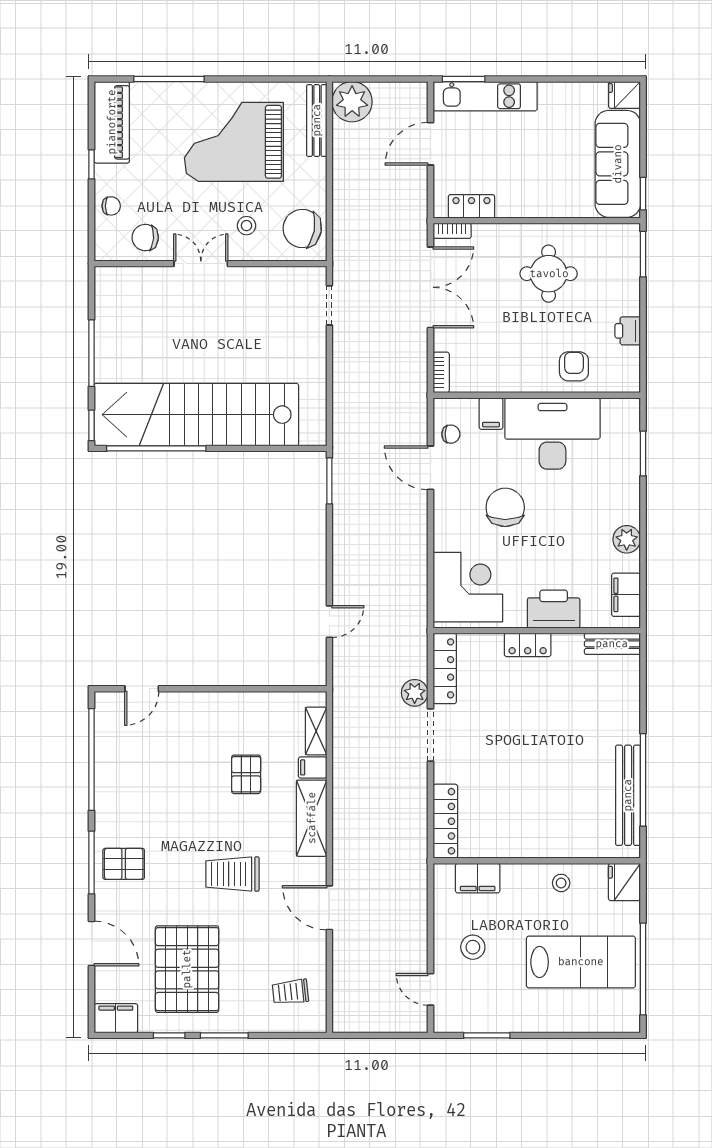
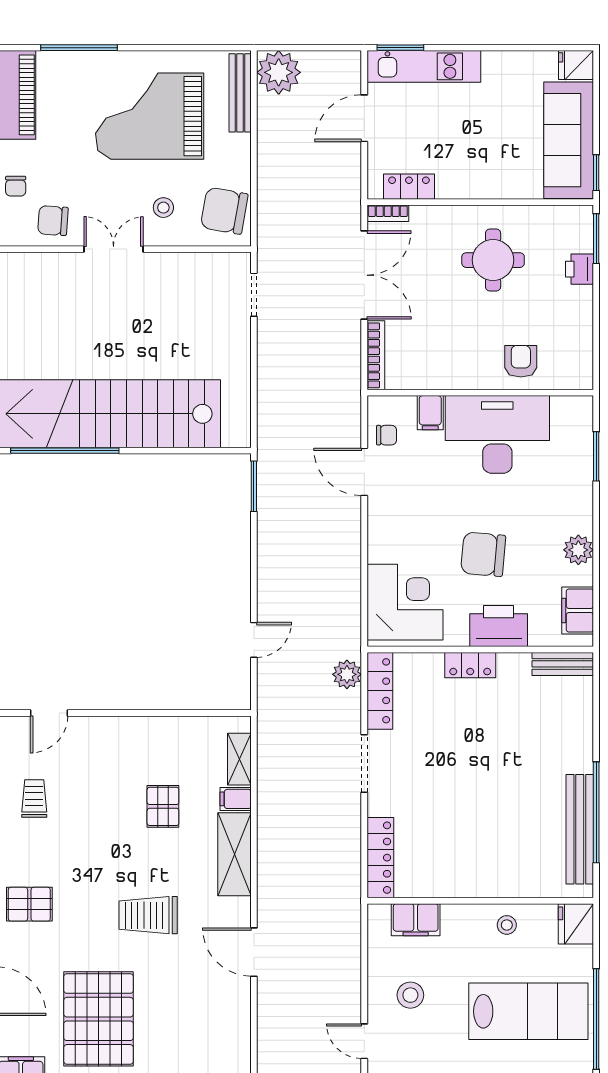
chair: (111, 206) -> (16, 186), turned 90
printer: (628, 331) -> (579, 269), moved
bookcase: (441, 372) -> (376, 355), width x1.56
chair: (505, 507) -> (483, 554), moved, turned -85
plant: (415, 693) -> (347, 674), moved
trolley: (290, 992) -> (34, 798), moved, turned 96

